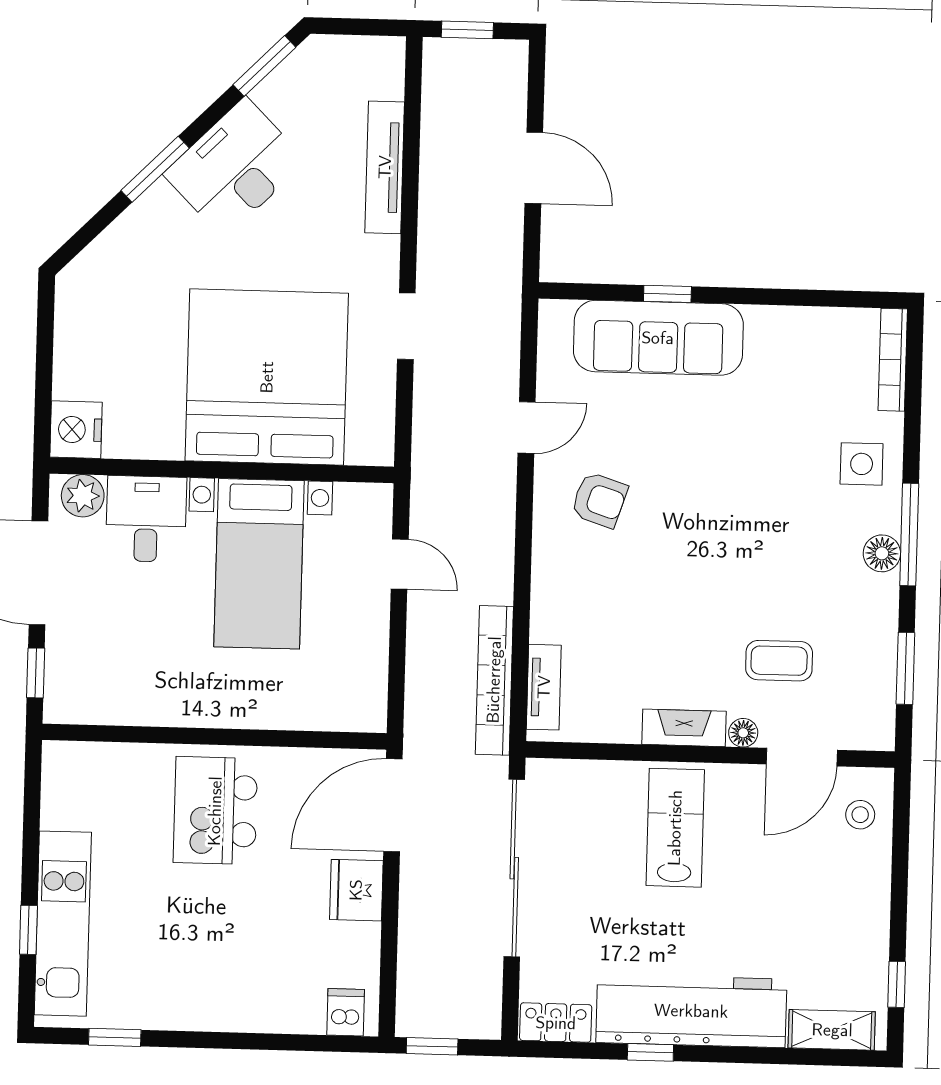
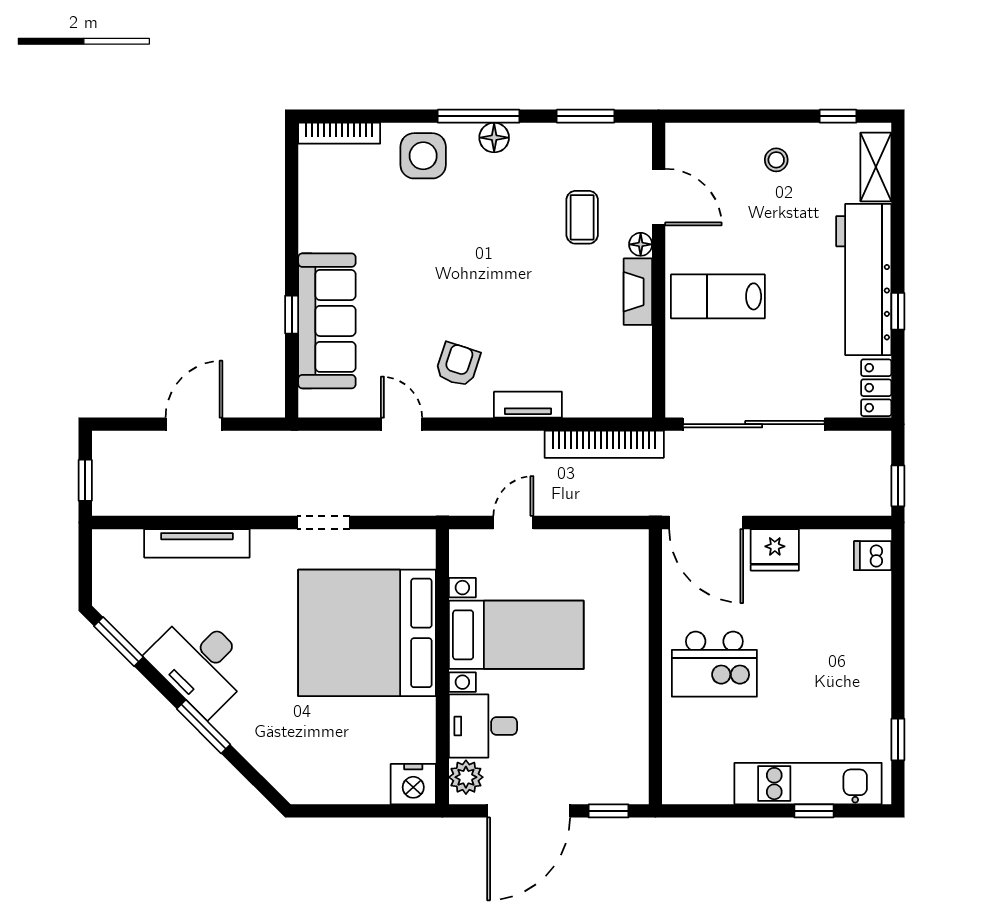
side table: (862, 464) -> (423, 156), width x1.37, depth x1.37
tv unit: (544, 687) -> (528, 405), moved
stool: (860, 815) -> (776, 160), moved

